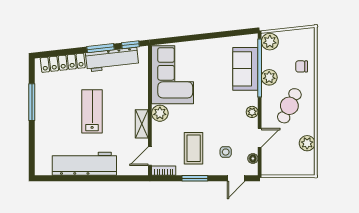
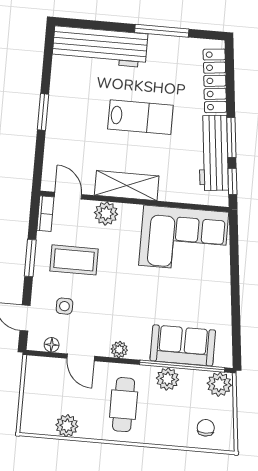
chair: (302, 66) -> (206, 428), moved
cafe table: (289, 106) -> (124, 405), turned 64
plant: (160, 113) -> (106, 213), moved
shelving: (142, 124) -> (127, 186), width x1.50, depth x1.33
workbench: (84, 164) -> (100, 47), moved, turned 90
window: (94, 178) -> (43, 112), added

